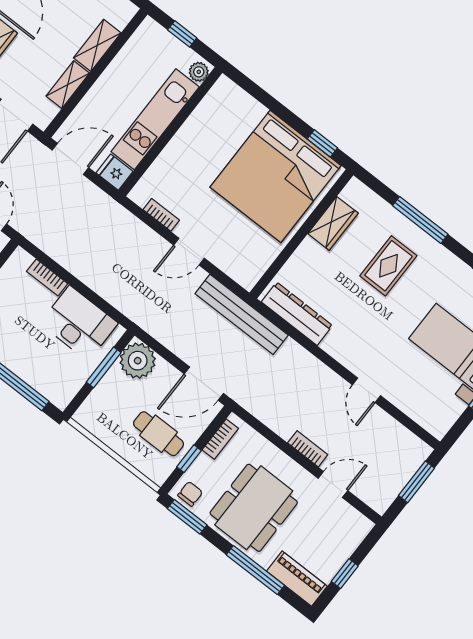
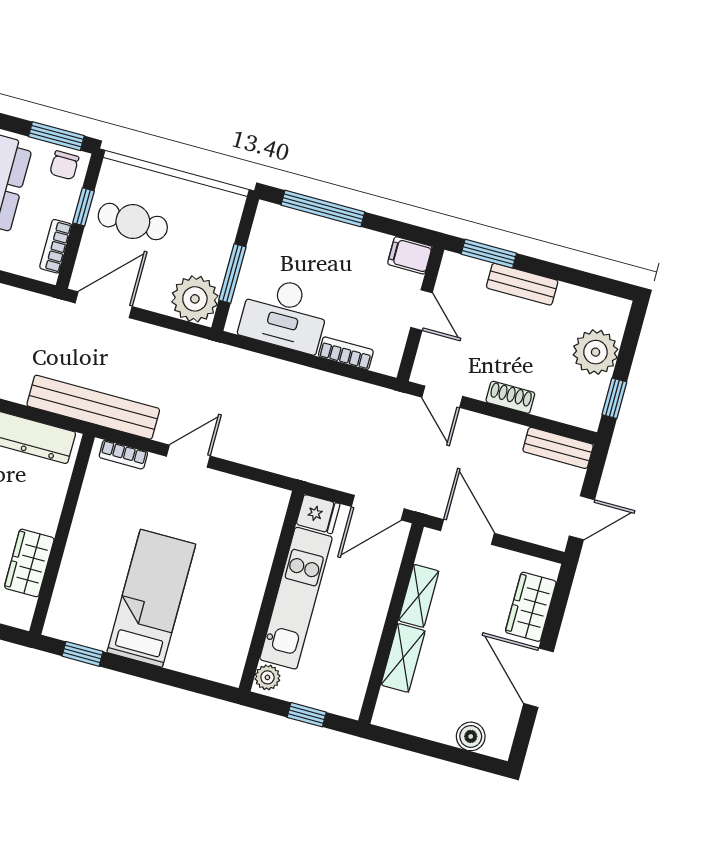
bed: (275, 176) -> (151, 598), width x0.49
bookcase: (161, 215) -> (123, 455), moved

